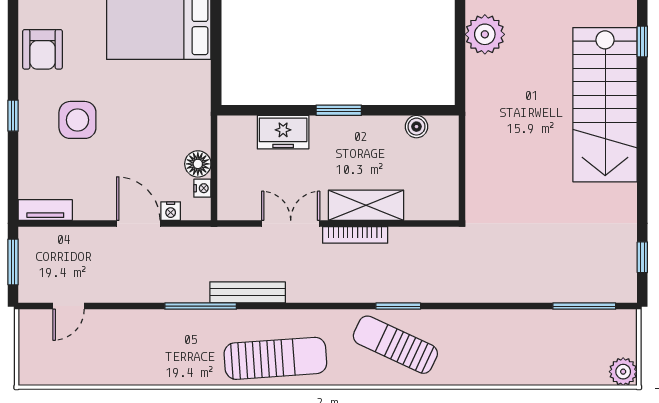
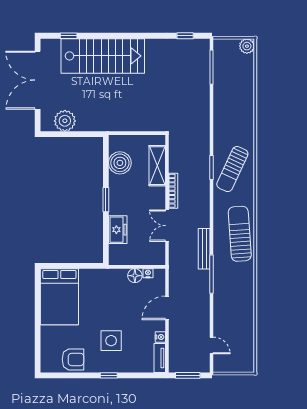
boiler: (416, 127) -> (120, 163), width x1.86, depth x1.86
shelving: (366, 205) -> (157, 166), moved
nightstand: (171, 211) -> (160, 337), moved

